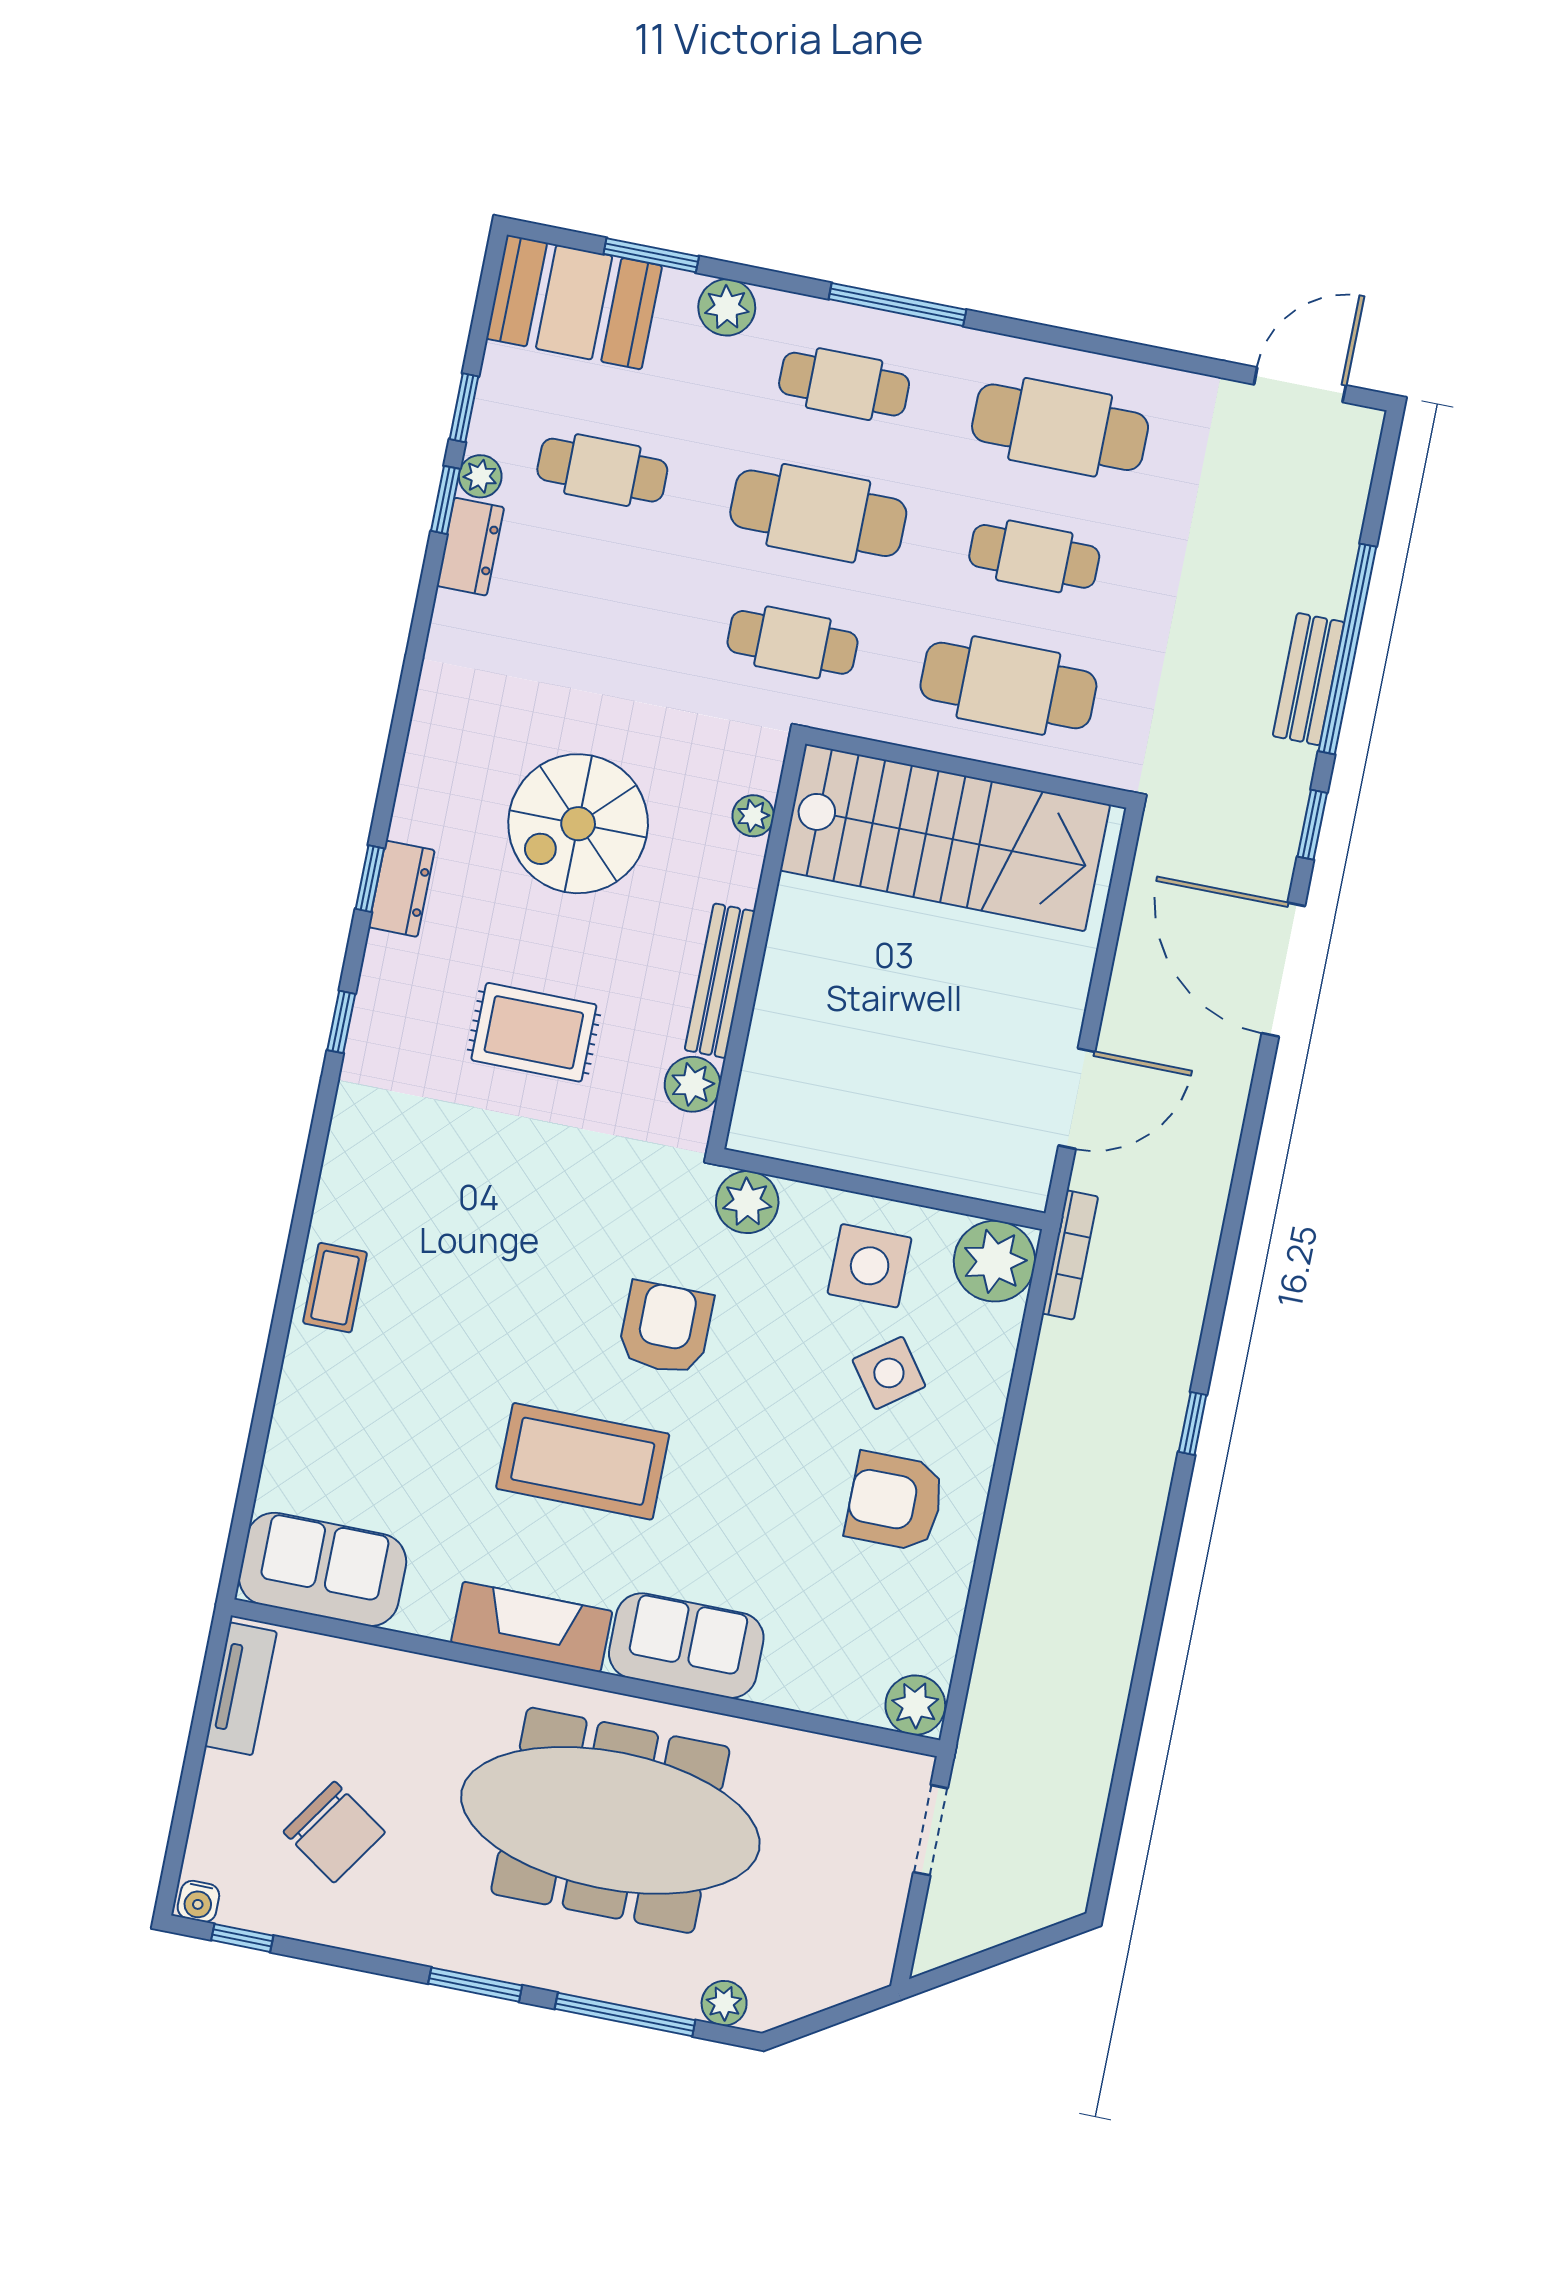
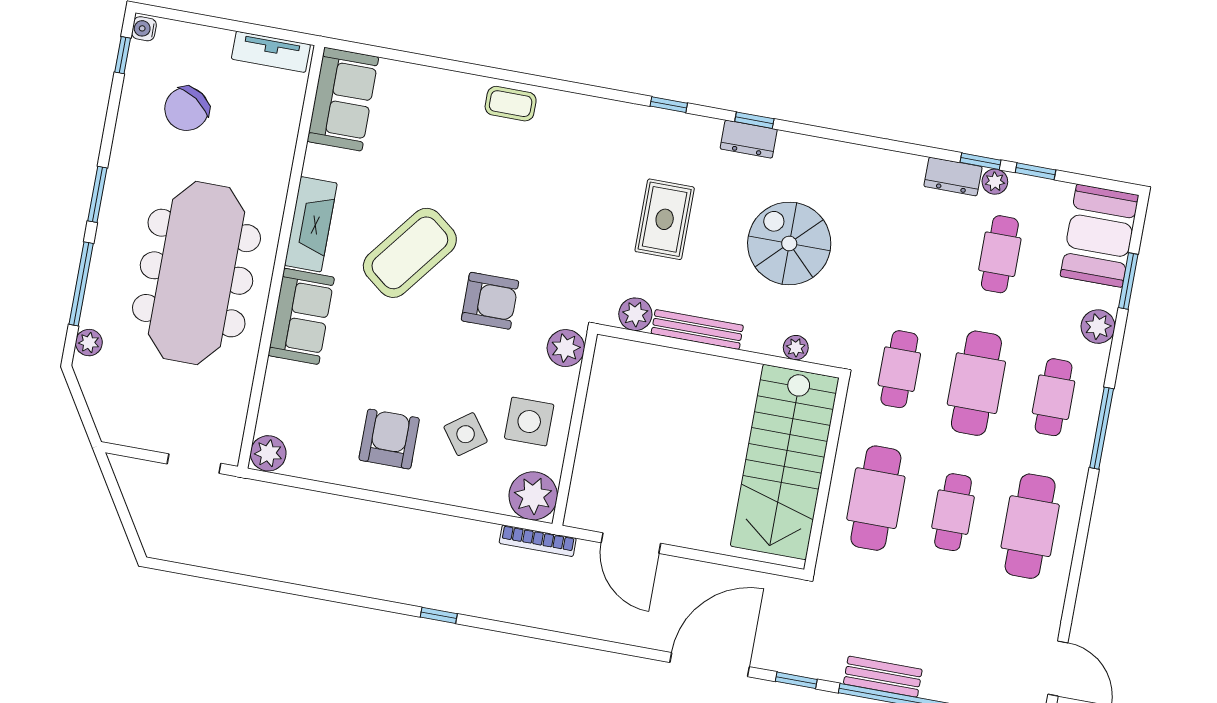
coffee table: (583, 1461) -> (410, 253), turned 38

